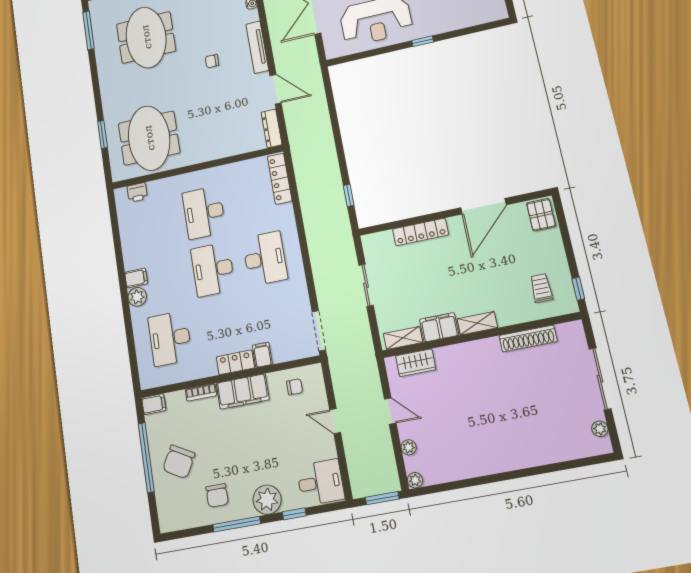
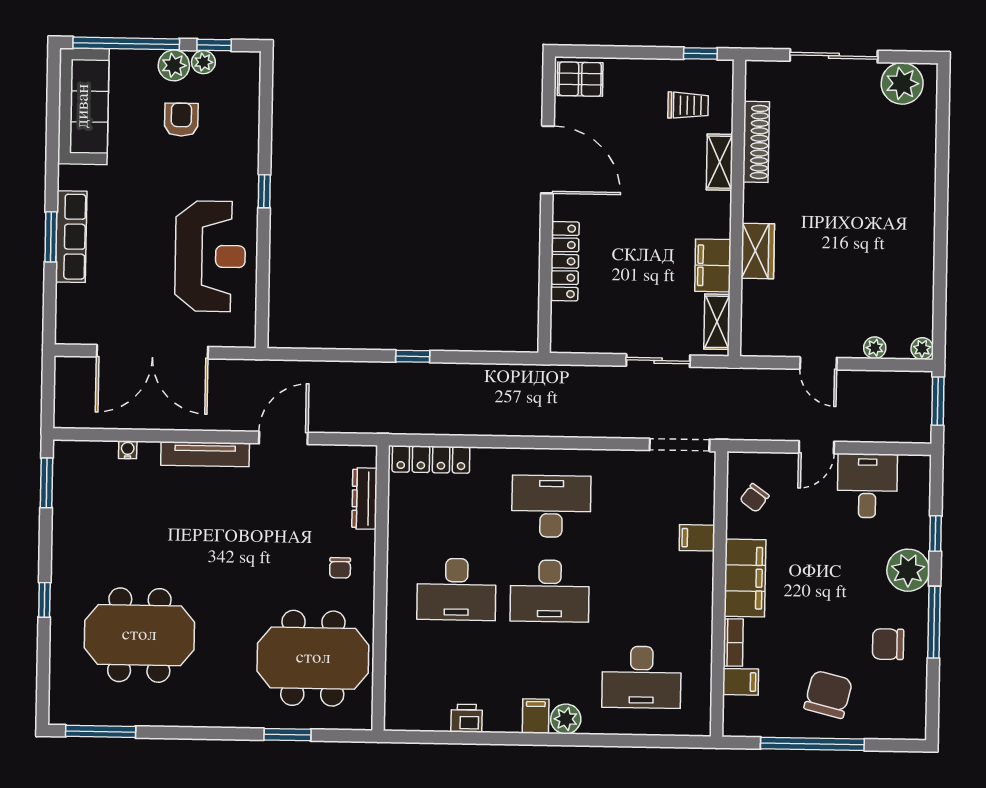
chair: (212, 61) -> (340, 568), moved
dresser: (272, 128) -> (364, 499), moved, turned 90
printer: (137, 192) -> (467, 718), moved, turned -90
window: (349, 195) -> (413, 356), moved
sliding door: (366, 285) -> (658, 361), moved
trolley: (541, 288) -> (688, 105), turned 180
shelving: (477, 323) -> (720, 162), moved
locker: (235, 362) -> (699, 581), removed
wardrobe: (416, 363) -> (758, 251), moved
chair: (295, 387) -> (754, 498), turned -144
filing cabinet: (154, 404) -> (741, 682), moved, turned 90
door: (390, 411) -> (818, 363), swing flipped
plant: (600, 429) -> (902, 83), width x1.88, depth x1.88
chair: (179, 462) -> (828, 694), turned -105
desk: (321, 482) -> (867, 486), moved
chair: (217, 495) -> (888, 644), turned 180

